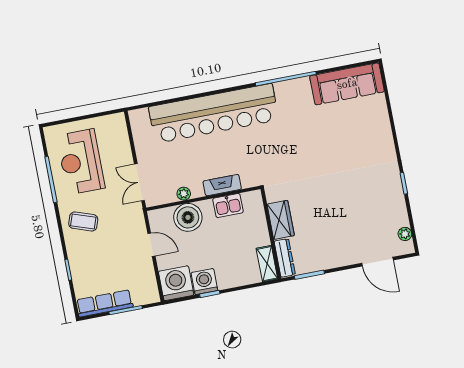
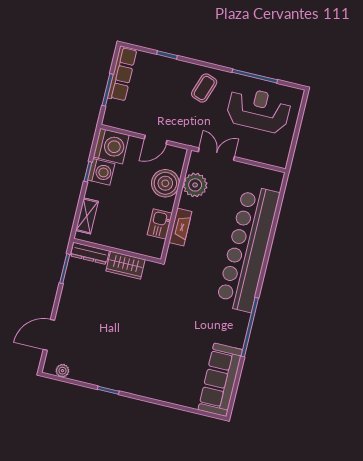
plant: (184, 194) -> (195, 185), width x1.88, depth x1.88
shelving: (267, 264) -> (87, 216), moved, turned 90

